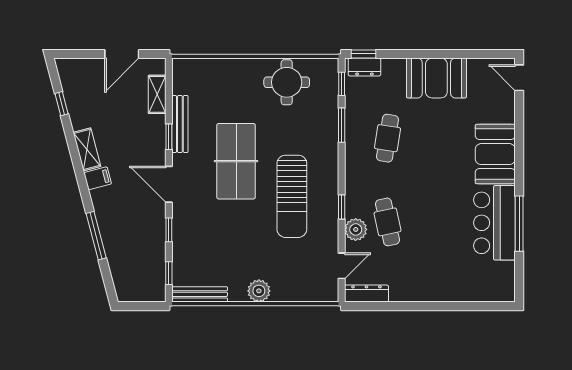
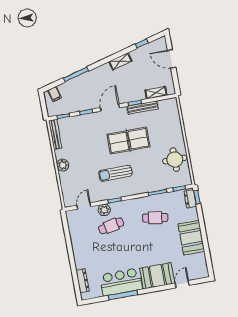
door: (122, 54) -> (172, 59), moved
door: (519, 78) -> (182, 284), moved
filing cabinet: (98, 178) -> (54, 94), moved
sun lounger: (292, 196) -> (115, 173), width x0.73, depth x0.75
door: (342, 266) -> (84, 206), swing flipped
dresser: (366, 294) -> (82, 281), moved

